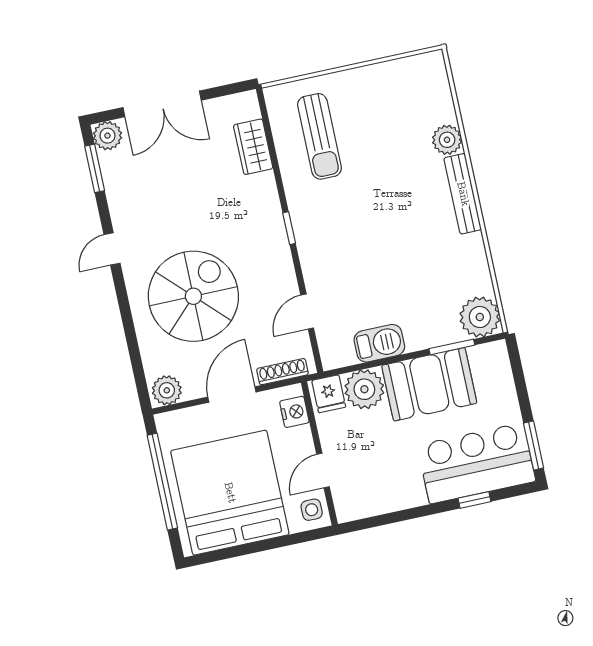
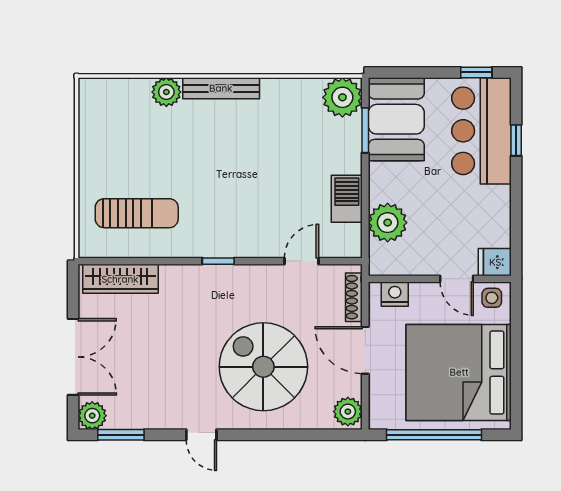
wardrobe: (253, 147) -> (120, 279), width x1.50
door: (307, 311) -> (301, 261), swing flipped
booth: (429, 384) -> (396, 119), moved
fridge: (329, 394) -> (495, 262), moved, turned 180
window: (534, 446) -> (476, 72), width x0.67

